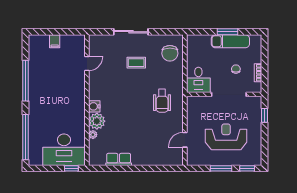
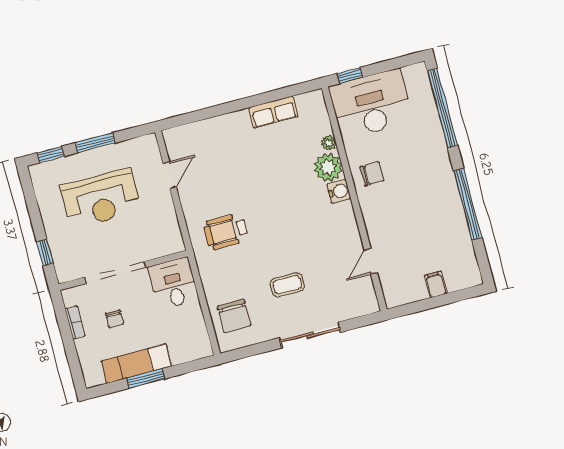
chair: (170, 53) -> (234, 316), turned 180
wheelchair: (162, 101) -> (226, 231), turned -90
chair: (74, 111) -> (372, 174), added

